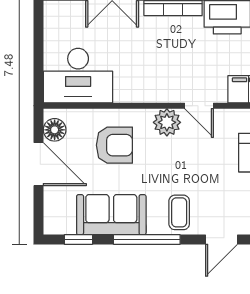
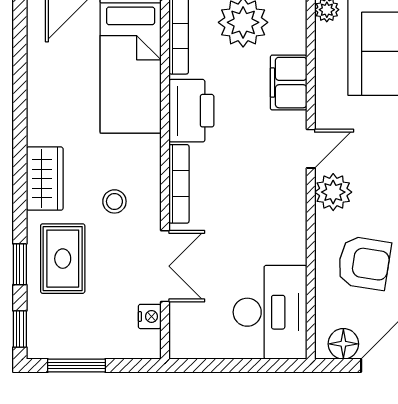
armchair: (114, 145) -> (364, 263), turned 99

